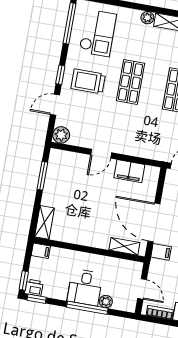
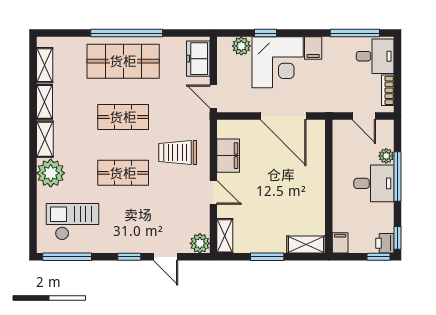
plant: (147, 18) -> (51, 173), width x1.88, depth x1.88
trolley: (88, 81) -> (178, 153), moved, turned 90
window: (42, 176) -> (267, 257), moved
door: (154, 222) -> (283, 116), hinge flipped
shelving: (124, 246) -> (225, 236), moved
filing cabinet: (161, 252) -> (316, 101), removed
door: (142, 289) -> (364, 116), swing flipped

